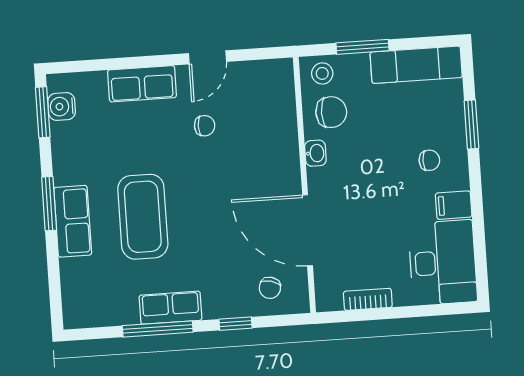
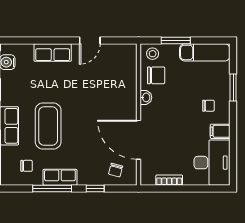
chair: (205, 126) -> (27, 166), moved

